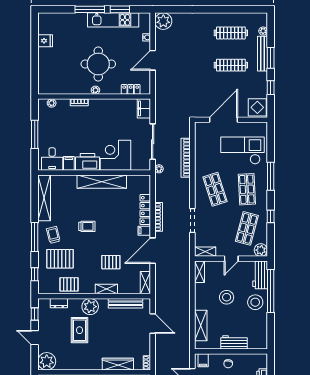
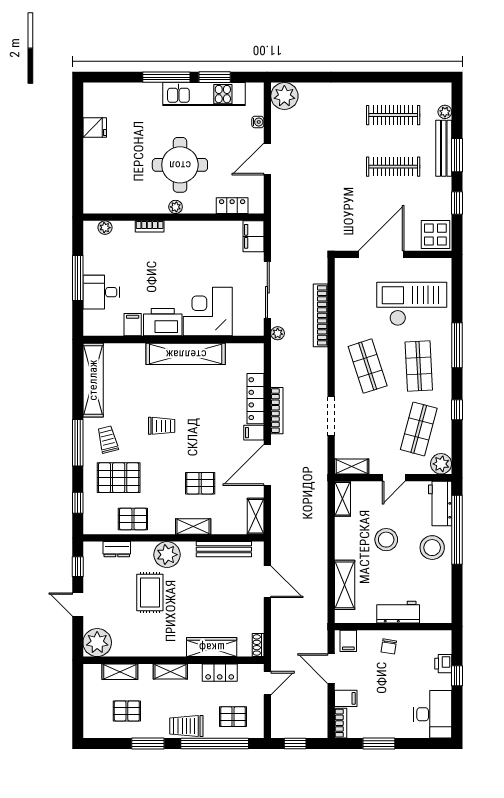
desk: (52, 159) -> (101, 292), moved, turned 90

